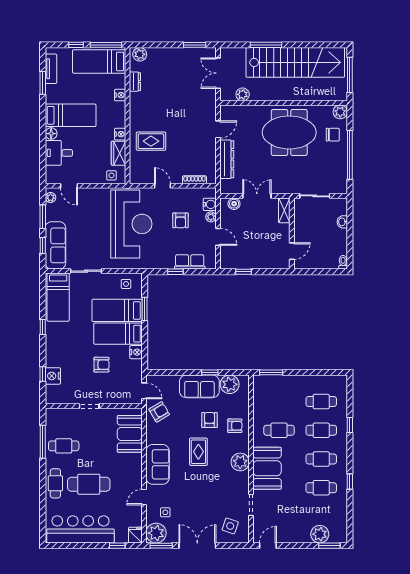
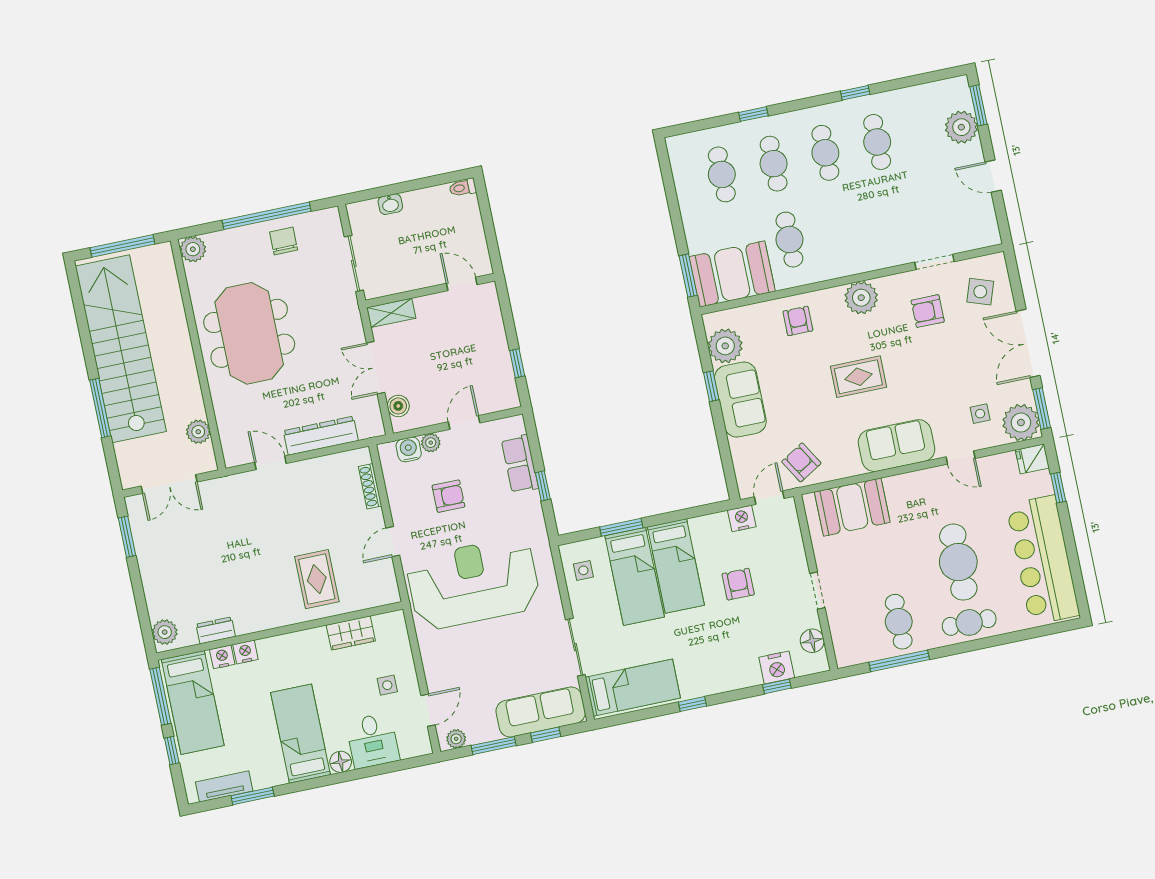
nightstand: (120, 134) -> (222, 657), moved
chair: (333, 135) -> (284, 241), moved
side table: (112, 175) -> (387, 685), moved
nightstand: (136, 352) -> (742, 518), moved
floor lamp: (63, 398) -> (812, 641), added
armchair: (209, 420) -> (928, 311), moved
booth: (267, 468) -> (732, 274), moved
door: (268, 546) -> (993, 176), moved

